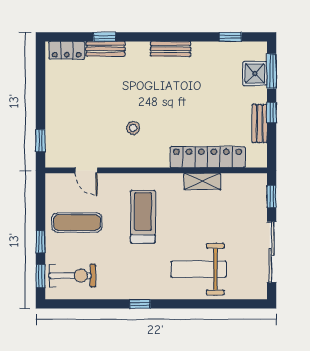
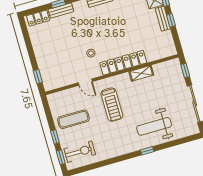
bench: (260, 124) -> (163, 19), moved
locker: (208, 157) -> (123, 63), moved
door: (86, 170) -> (85, 82), moved
treadmill: (143, 217) -> (112, 105), turned 180
window: (140, 304) -> (147, 151), moved

